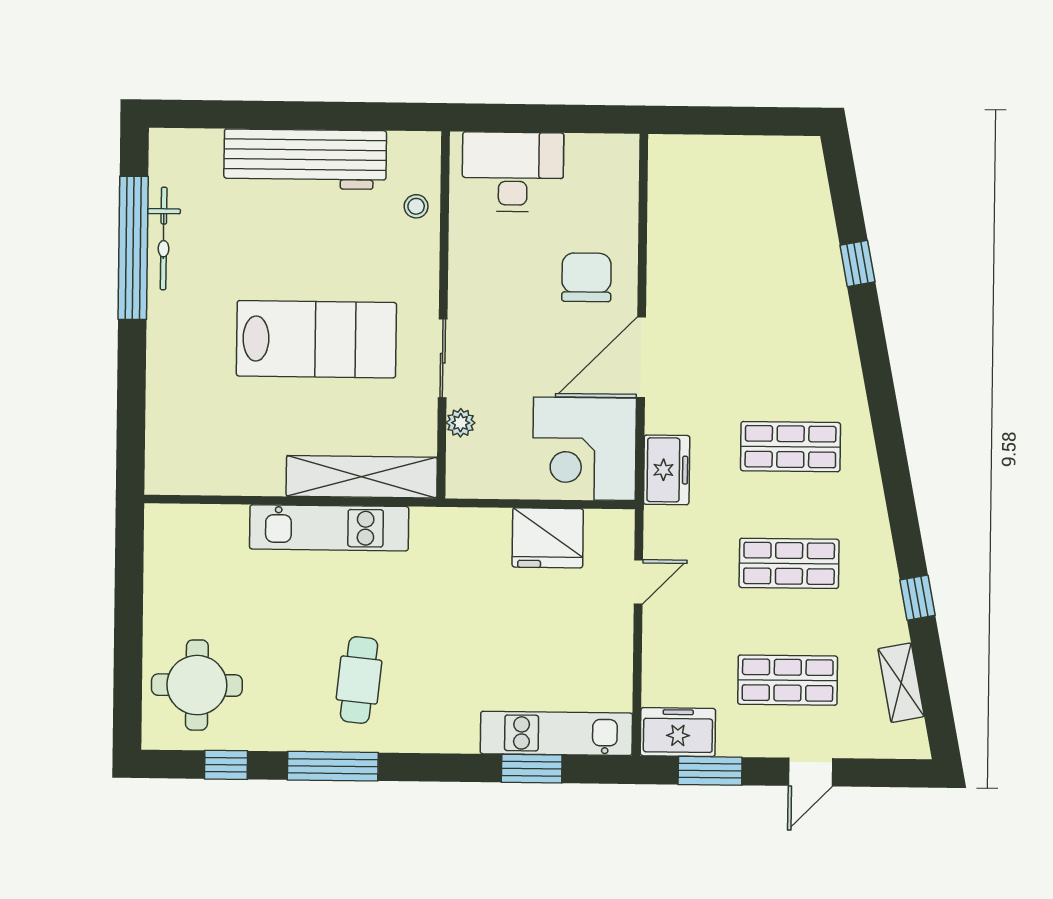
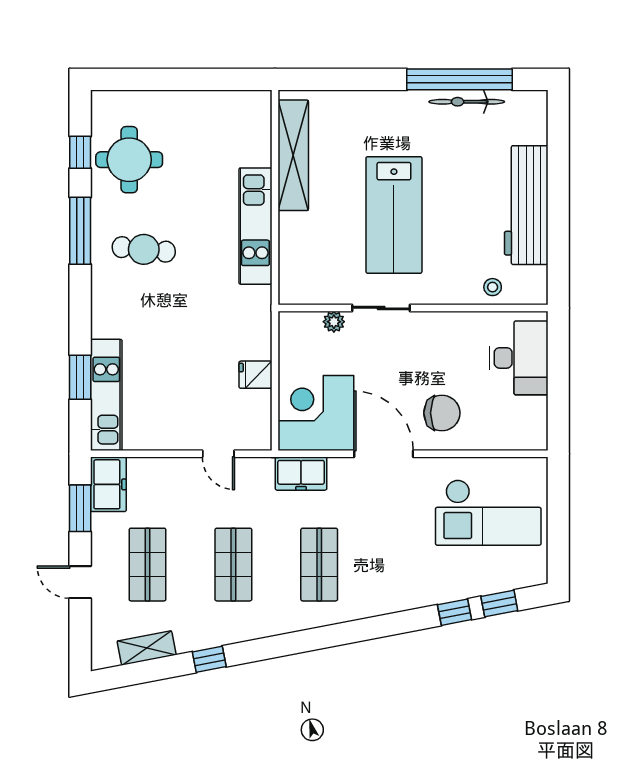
window: (847, 202) -> (499, 604), added
checkout: (722, 216) -> (488, 512), added
shelving: (362, 477) -> (293, 155), moved
fridge: (548, 538) -> (255, 375), width x0.53, depth x0.75
round table: (197, 685) -> (129, 160), moved

